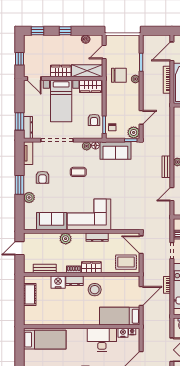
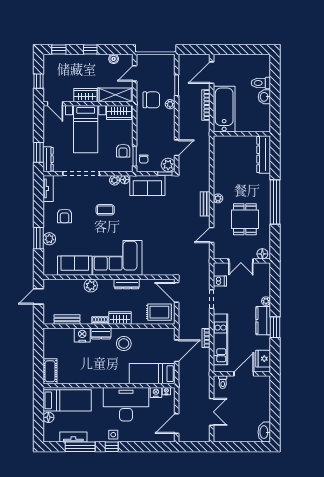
window: (20, 185) -> (39, 238), moved
cot: (30, 294) -> (50, 371), moved
desk: (102, 340) -> (126, 404), width x1.36, depth x1.30
floor lamp: (28, 355) -> (48, 417), added

